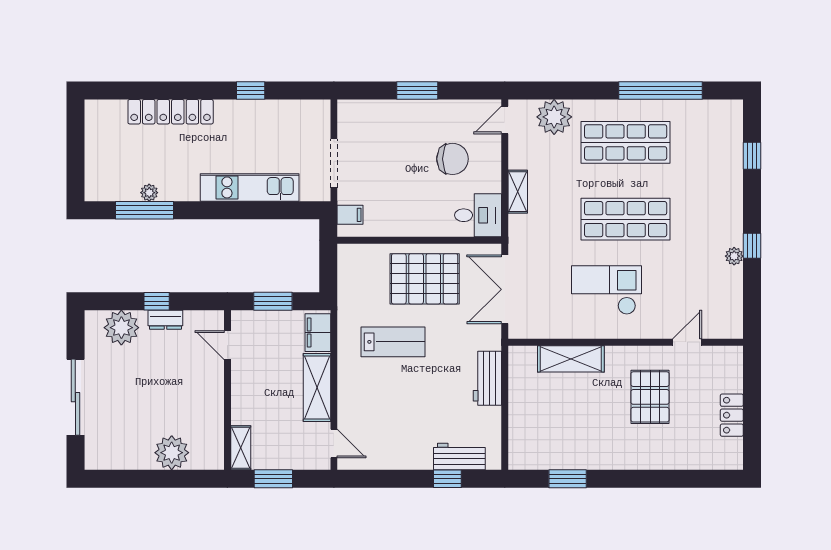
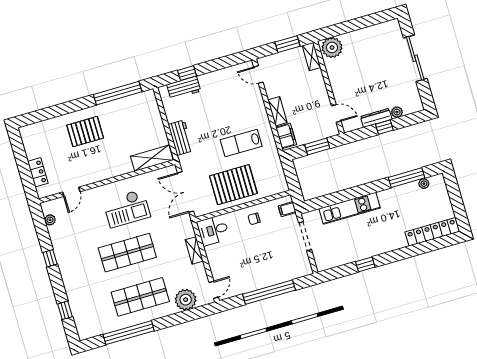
window: (417, 90) -> (269, 292), width x2.11
locker: (171, 112) -> (432, 232), moved
chair: (452, 159) -> (254, 219), moved, width x0.54, depth x0.54
plant: (149, 193) -> (424, 184), moved
plant: (734, 256) -> (50, 220), moved
double door: (505, 289) -> (185, 192), swing flipped
dresser: (165, 320) -> (376, 118), width x1.44
plant: (121, 328) -> (397, 112), width x0.53, depth x0.53
shelving: (571, 359) -> (152, 158), moved
shelving: (317, 387) -> (277, 111), width x0.67, depth x0.75
pallet: (650, 397) -> (85, 132), moved, turned 90
locker: (732, 415) -> (38, 172), moved
plant: (172, 453) -> (332, 48), moved
window: (568, 479) -> (118, 93), width x2.11

